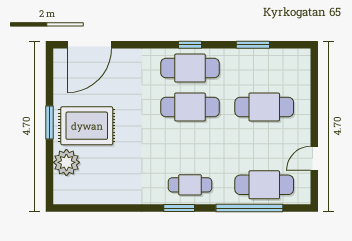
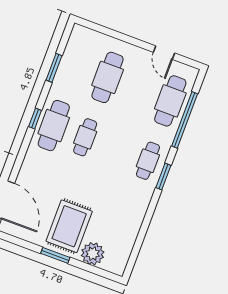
cafe table: (190, 107) -> (85, 137), width x0.73, depth x0.74

